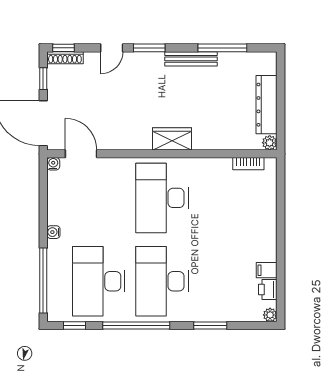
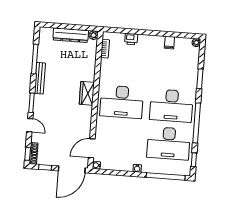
printer: (268, 290) -> (131, 39), moved

